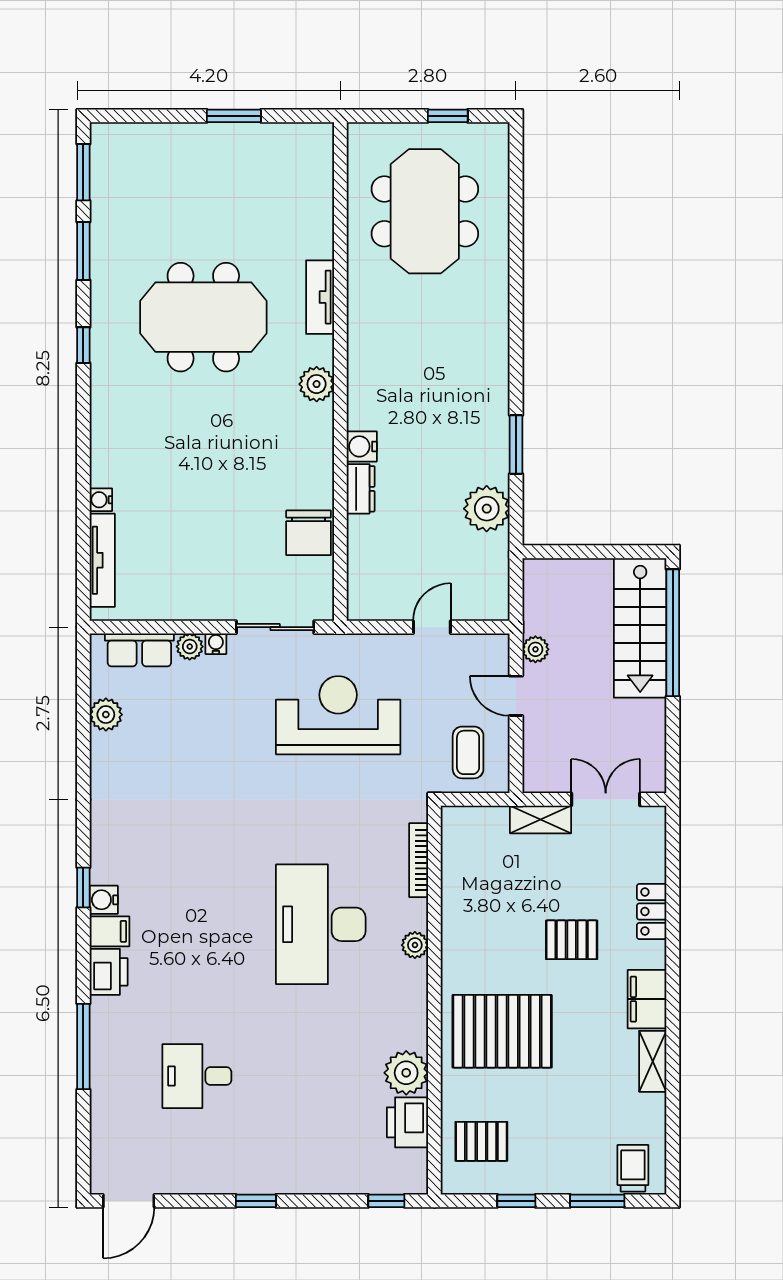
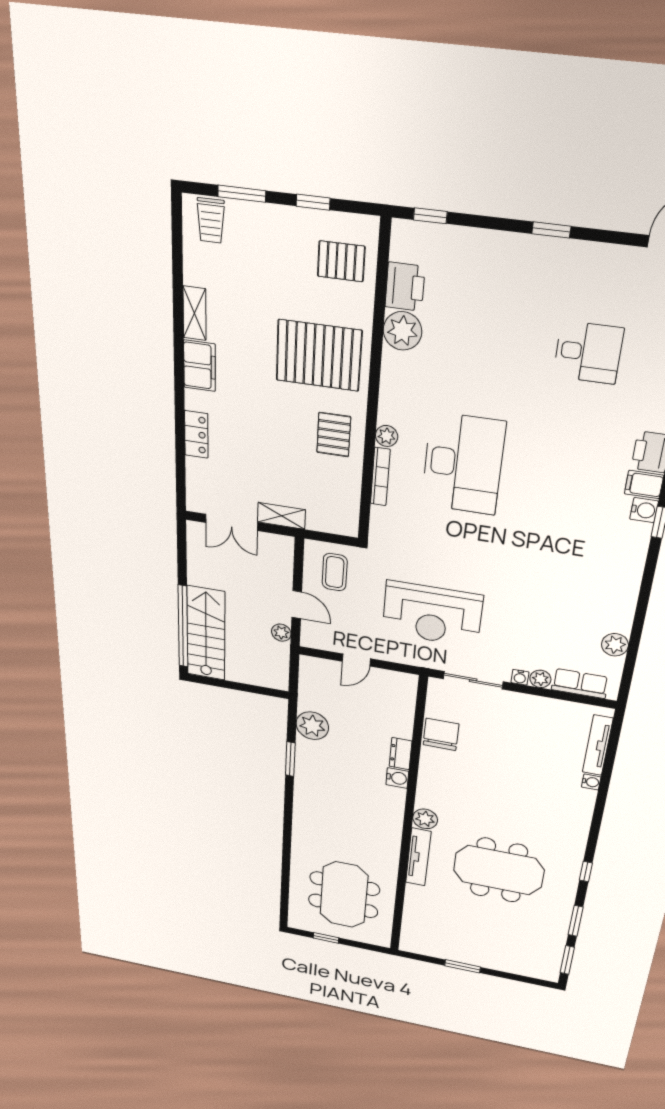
tv unit: (320, 297) -> (418, 857), width x1.41
bookcase: (419, 860) -> (380, 477), moved
pallet: (572, 940) -> (334, 435), moved, turned 90

